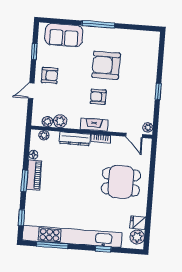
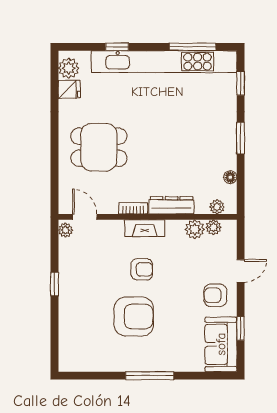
sofa: (64, 35) -> (221, 344), moved, turned -90
piano: (34, 175) -> (227, 147), removed

